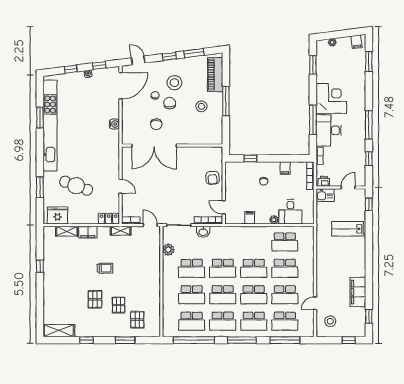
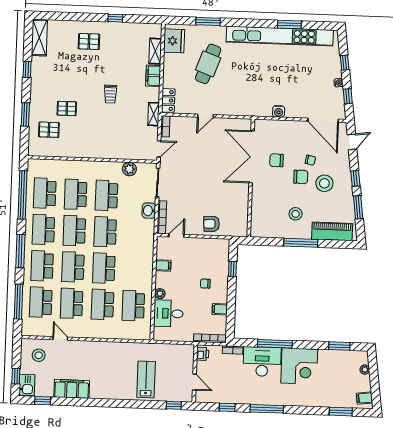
kitchen sink: (325, 195) -> (27, 385), moved, turned 180
pallet: (95, 299) -> (89, 41), moved

